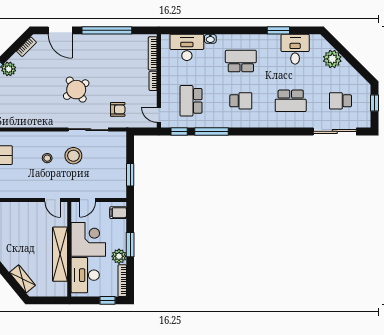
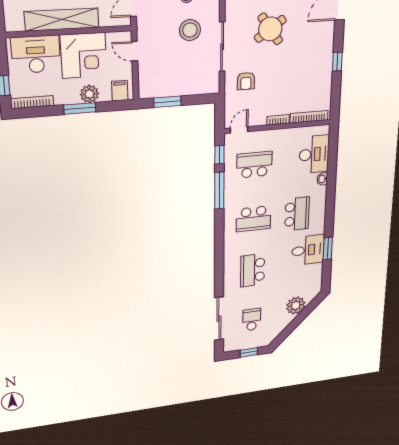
window: (107, 30) -> (337, 62), width x0.32
desk: (295, 49) -> (308, 250), moved
school desk: (241, 101) -> (254, 219), width x1.85
plant: (119, 256) -> (89, 94), moved

